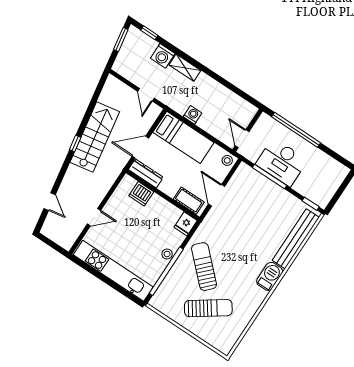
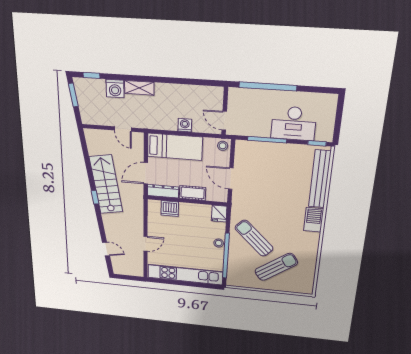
washing machine: (193, 115) -> (185, 125), moved
desk: (282, 162) -> (294, 123), moved
cot: (189, 201) -> (192, 193), moved

